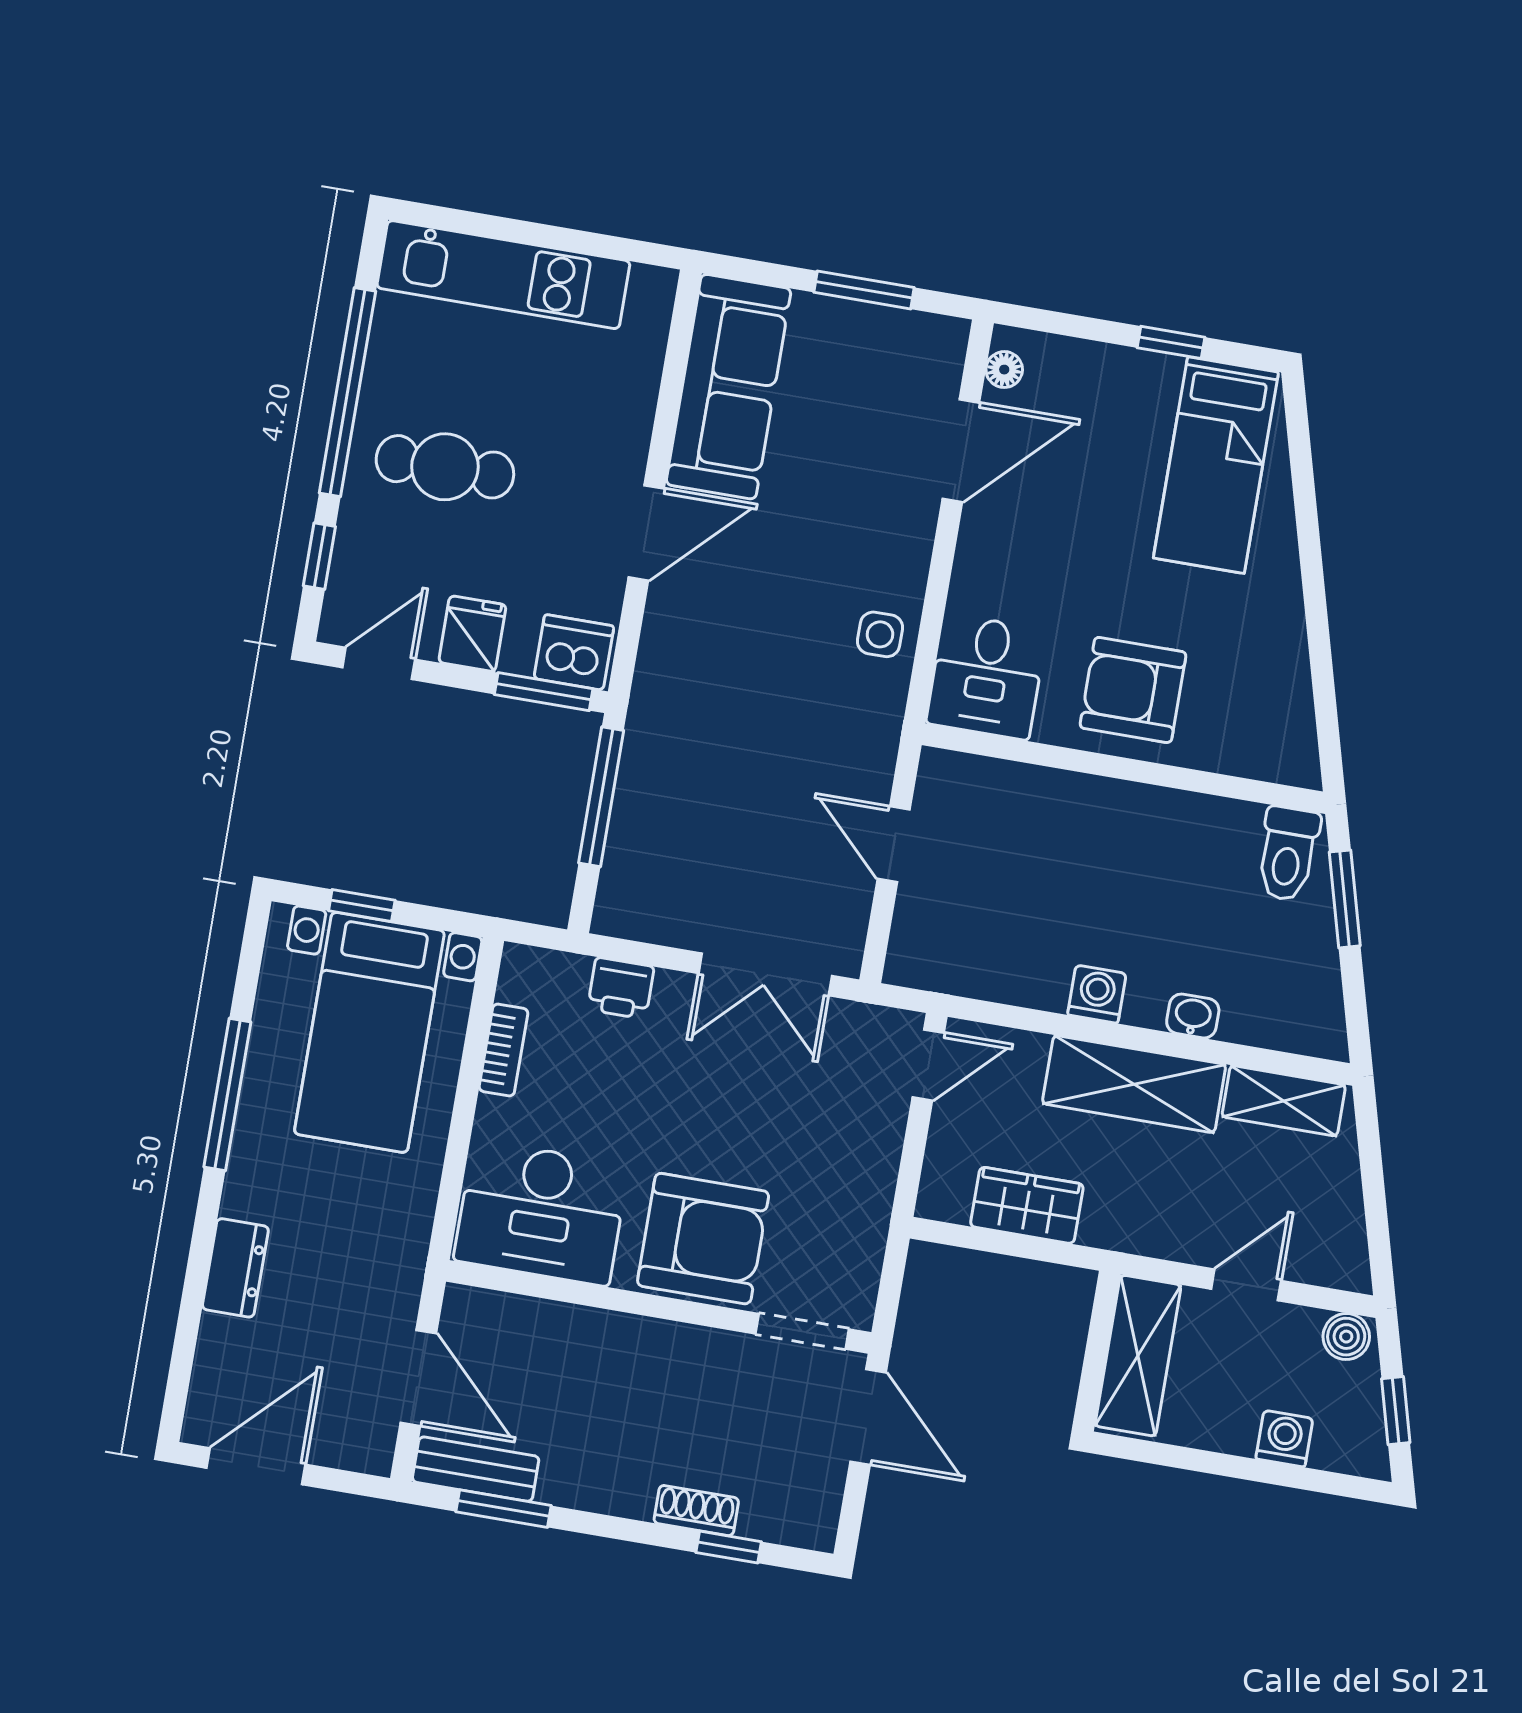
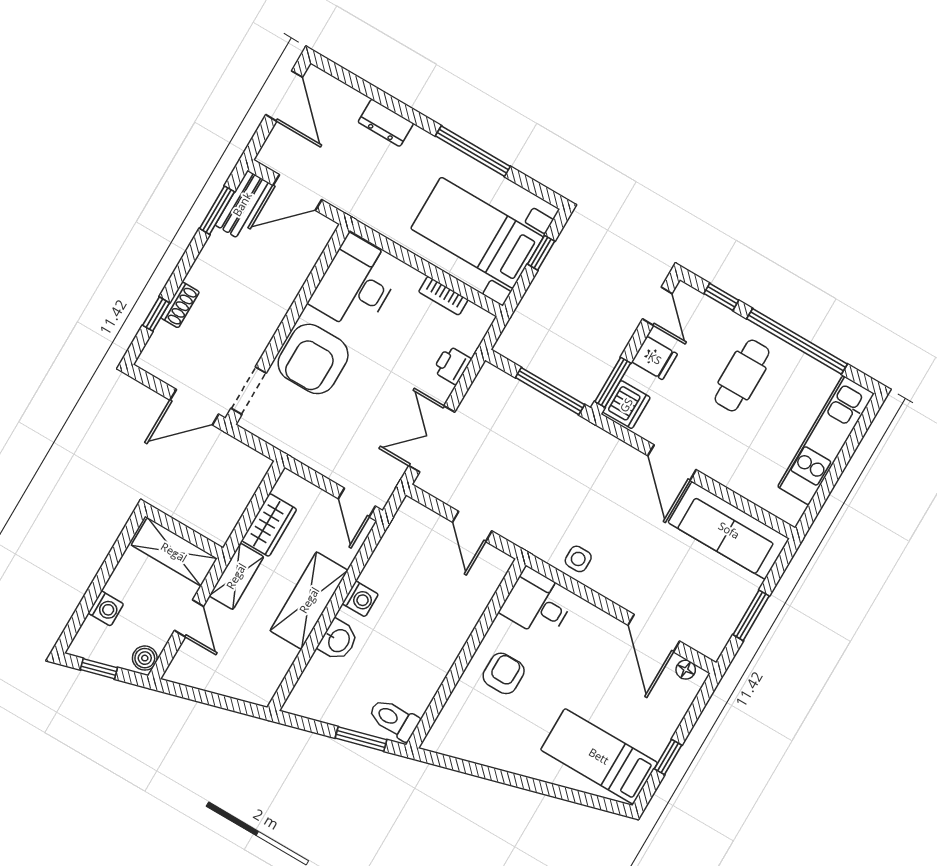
armchair: (1133, 690) -> (504, 673), width x0.72, depth x0.72
door: (894, 844) -> (472, 527), swing flipped
washbasin: (1193, 1016) -> (338, 640), width x1.38, depth x1.45
shelving: (1284, 1101) -> (236, 576), moved

